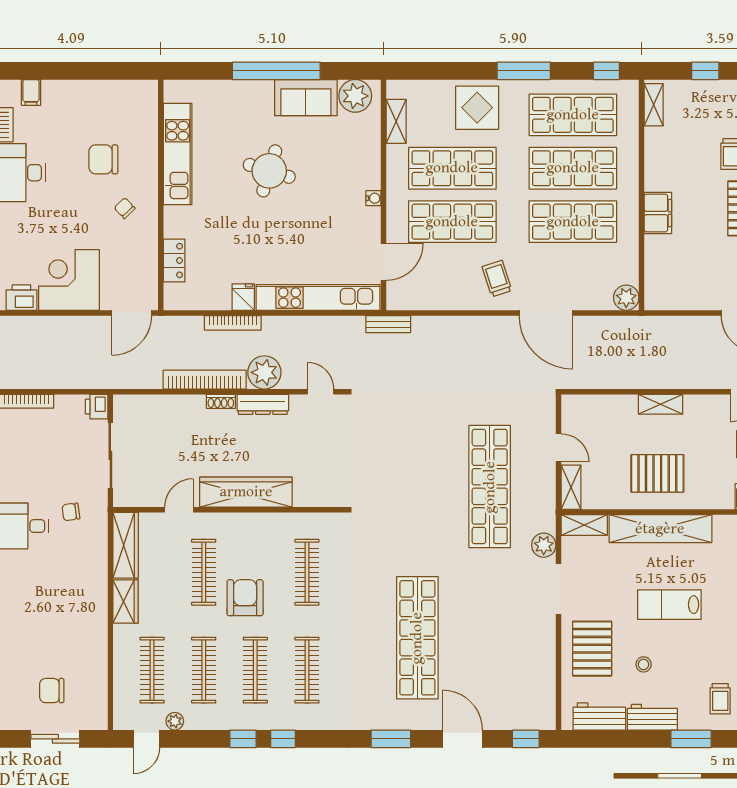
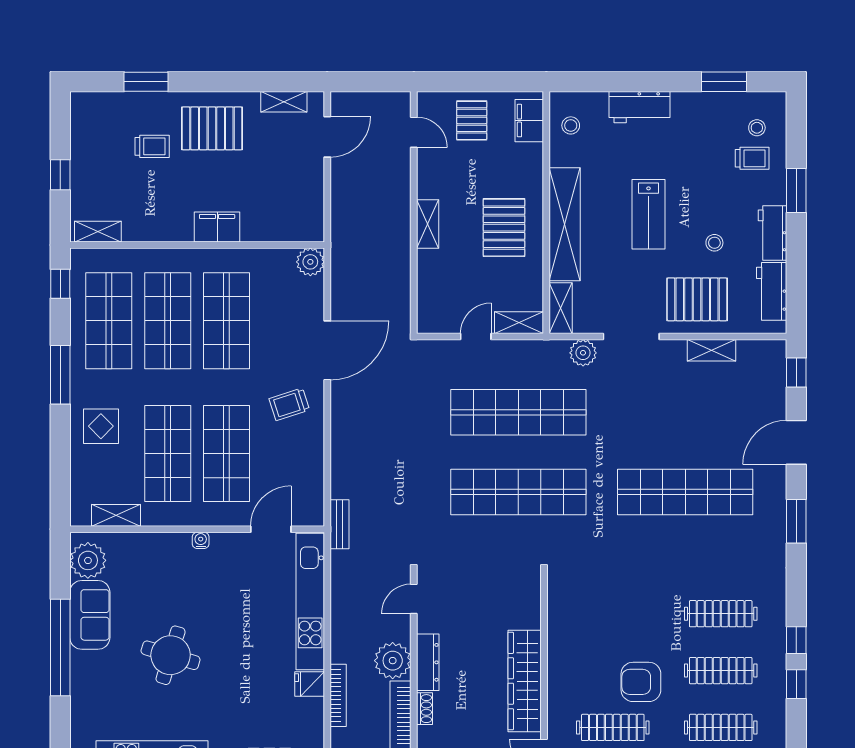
display table: (477, 108) -> (101, 426), width x0.73, depth x0.73
door: (384, 262) -> (271, 529), hinge flipped
shop shelf: (417, 487) -> (518, 492), added
clothes rail: (307, 572) -> (613, 614), removed
shelving: (546, 662) -> (712, 350), added

